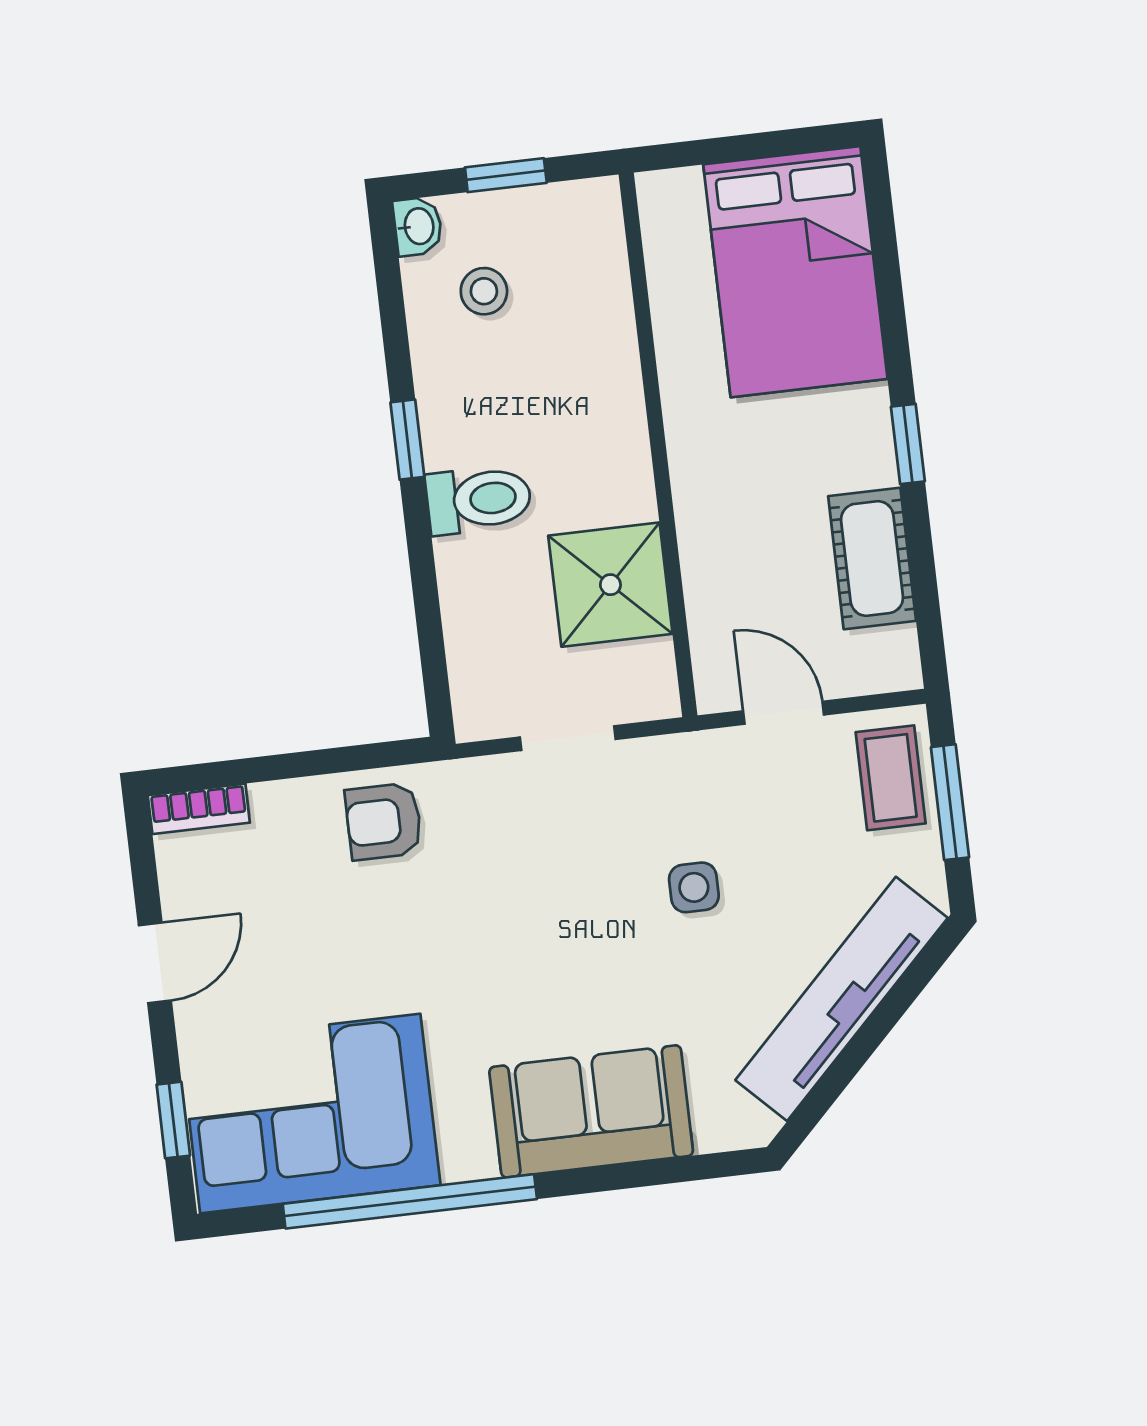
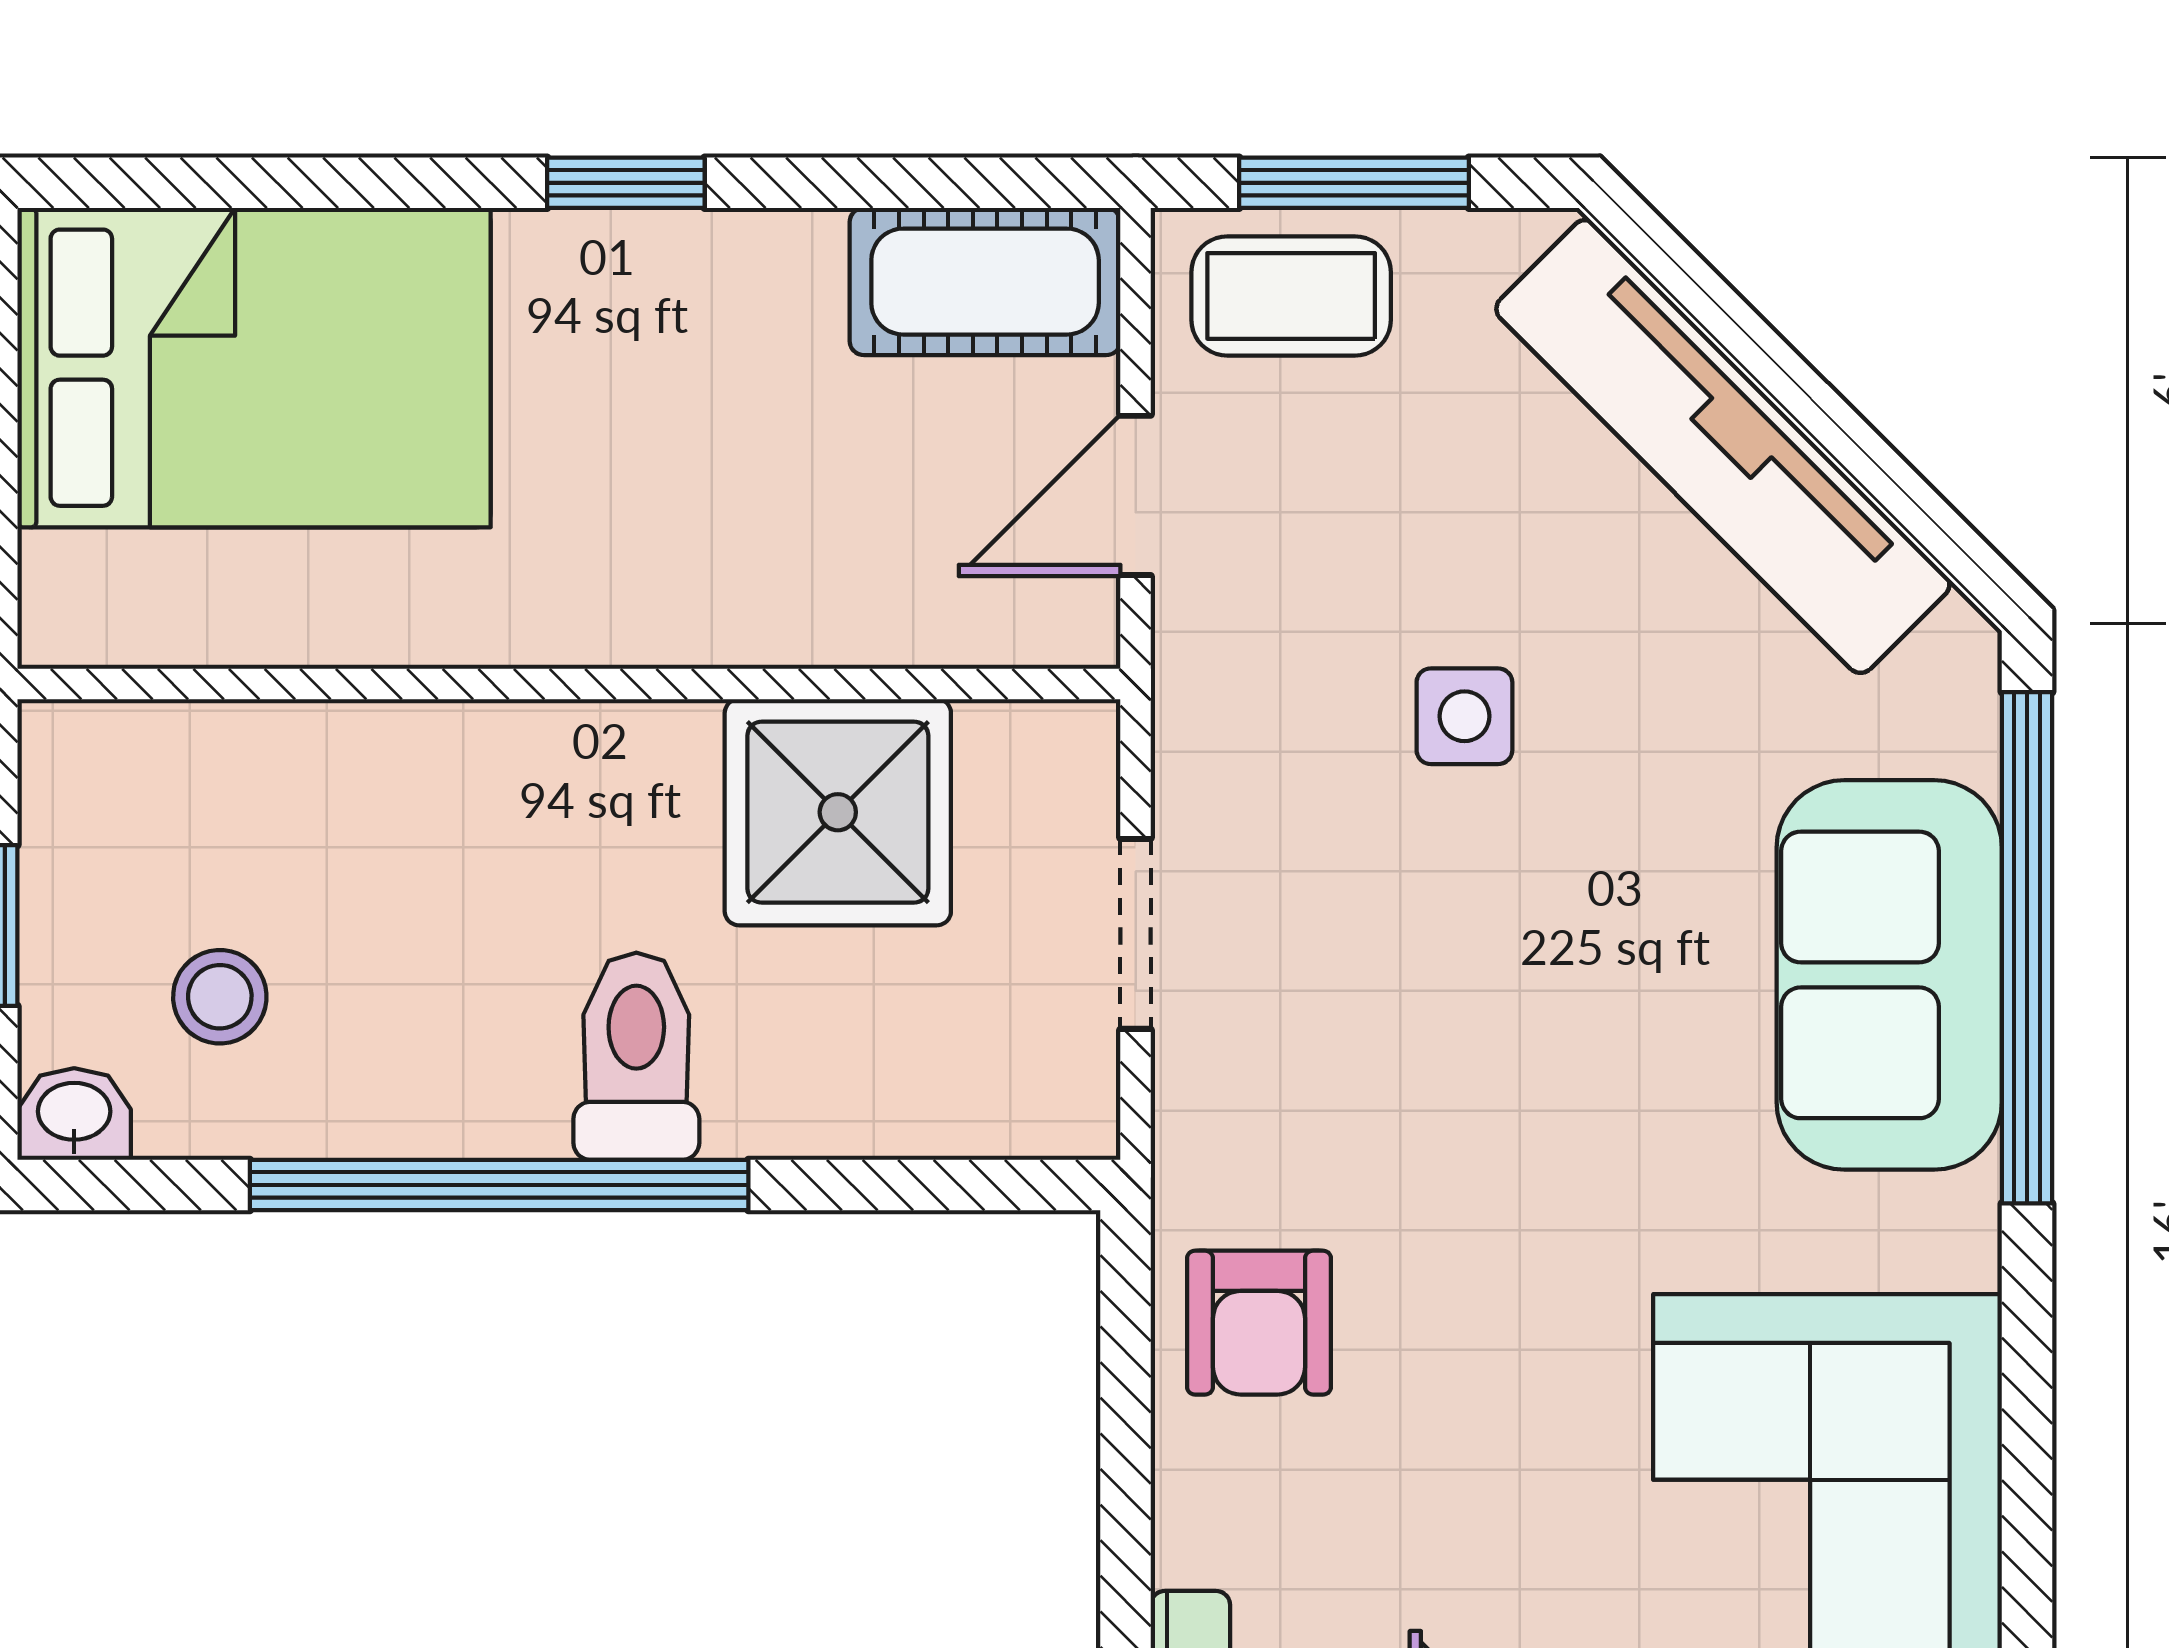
window: (407, 440) -> (499, 1185), width x3.17
cot: (872, 558) -> (985, 282), moved
window: (410, 1201) -> (2027, 948), moved

